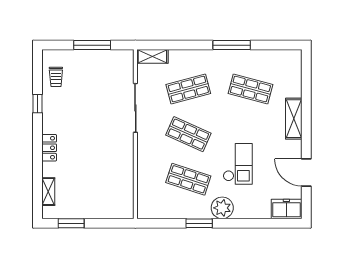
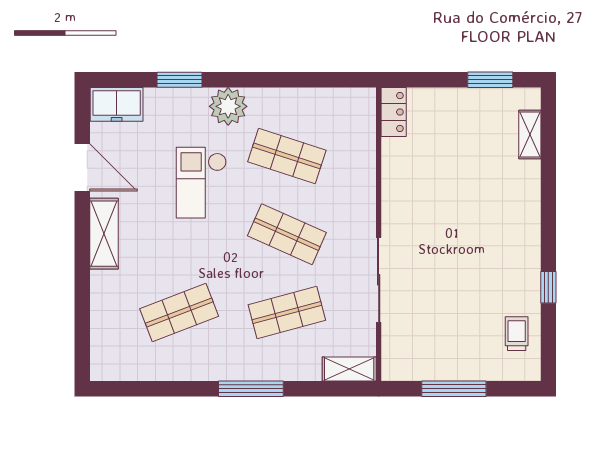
window: (232, 45) -> (251, 389), moved
shop shelf: (250, 89) -> (179, 312), turned -36
shelving: (294, 119) -> (104, 234), moved
locker: (49, 148) -> (394, 112), moved, turned 180
window: (199, 223) -> (179, 80), moved

